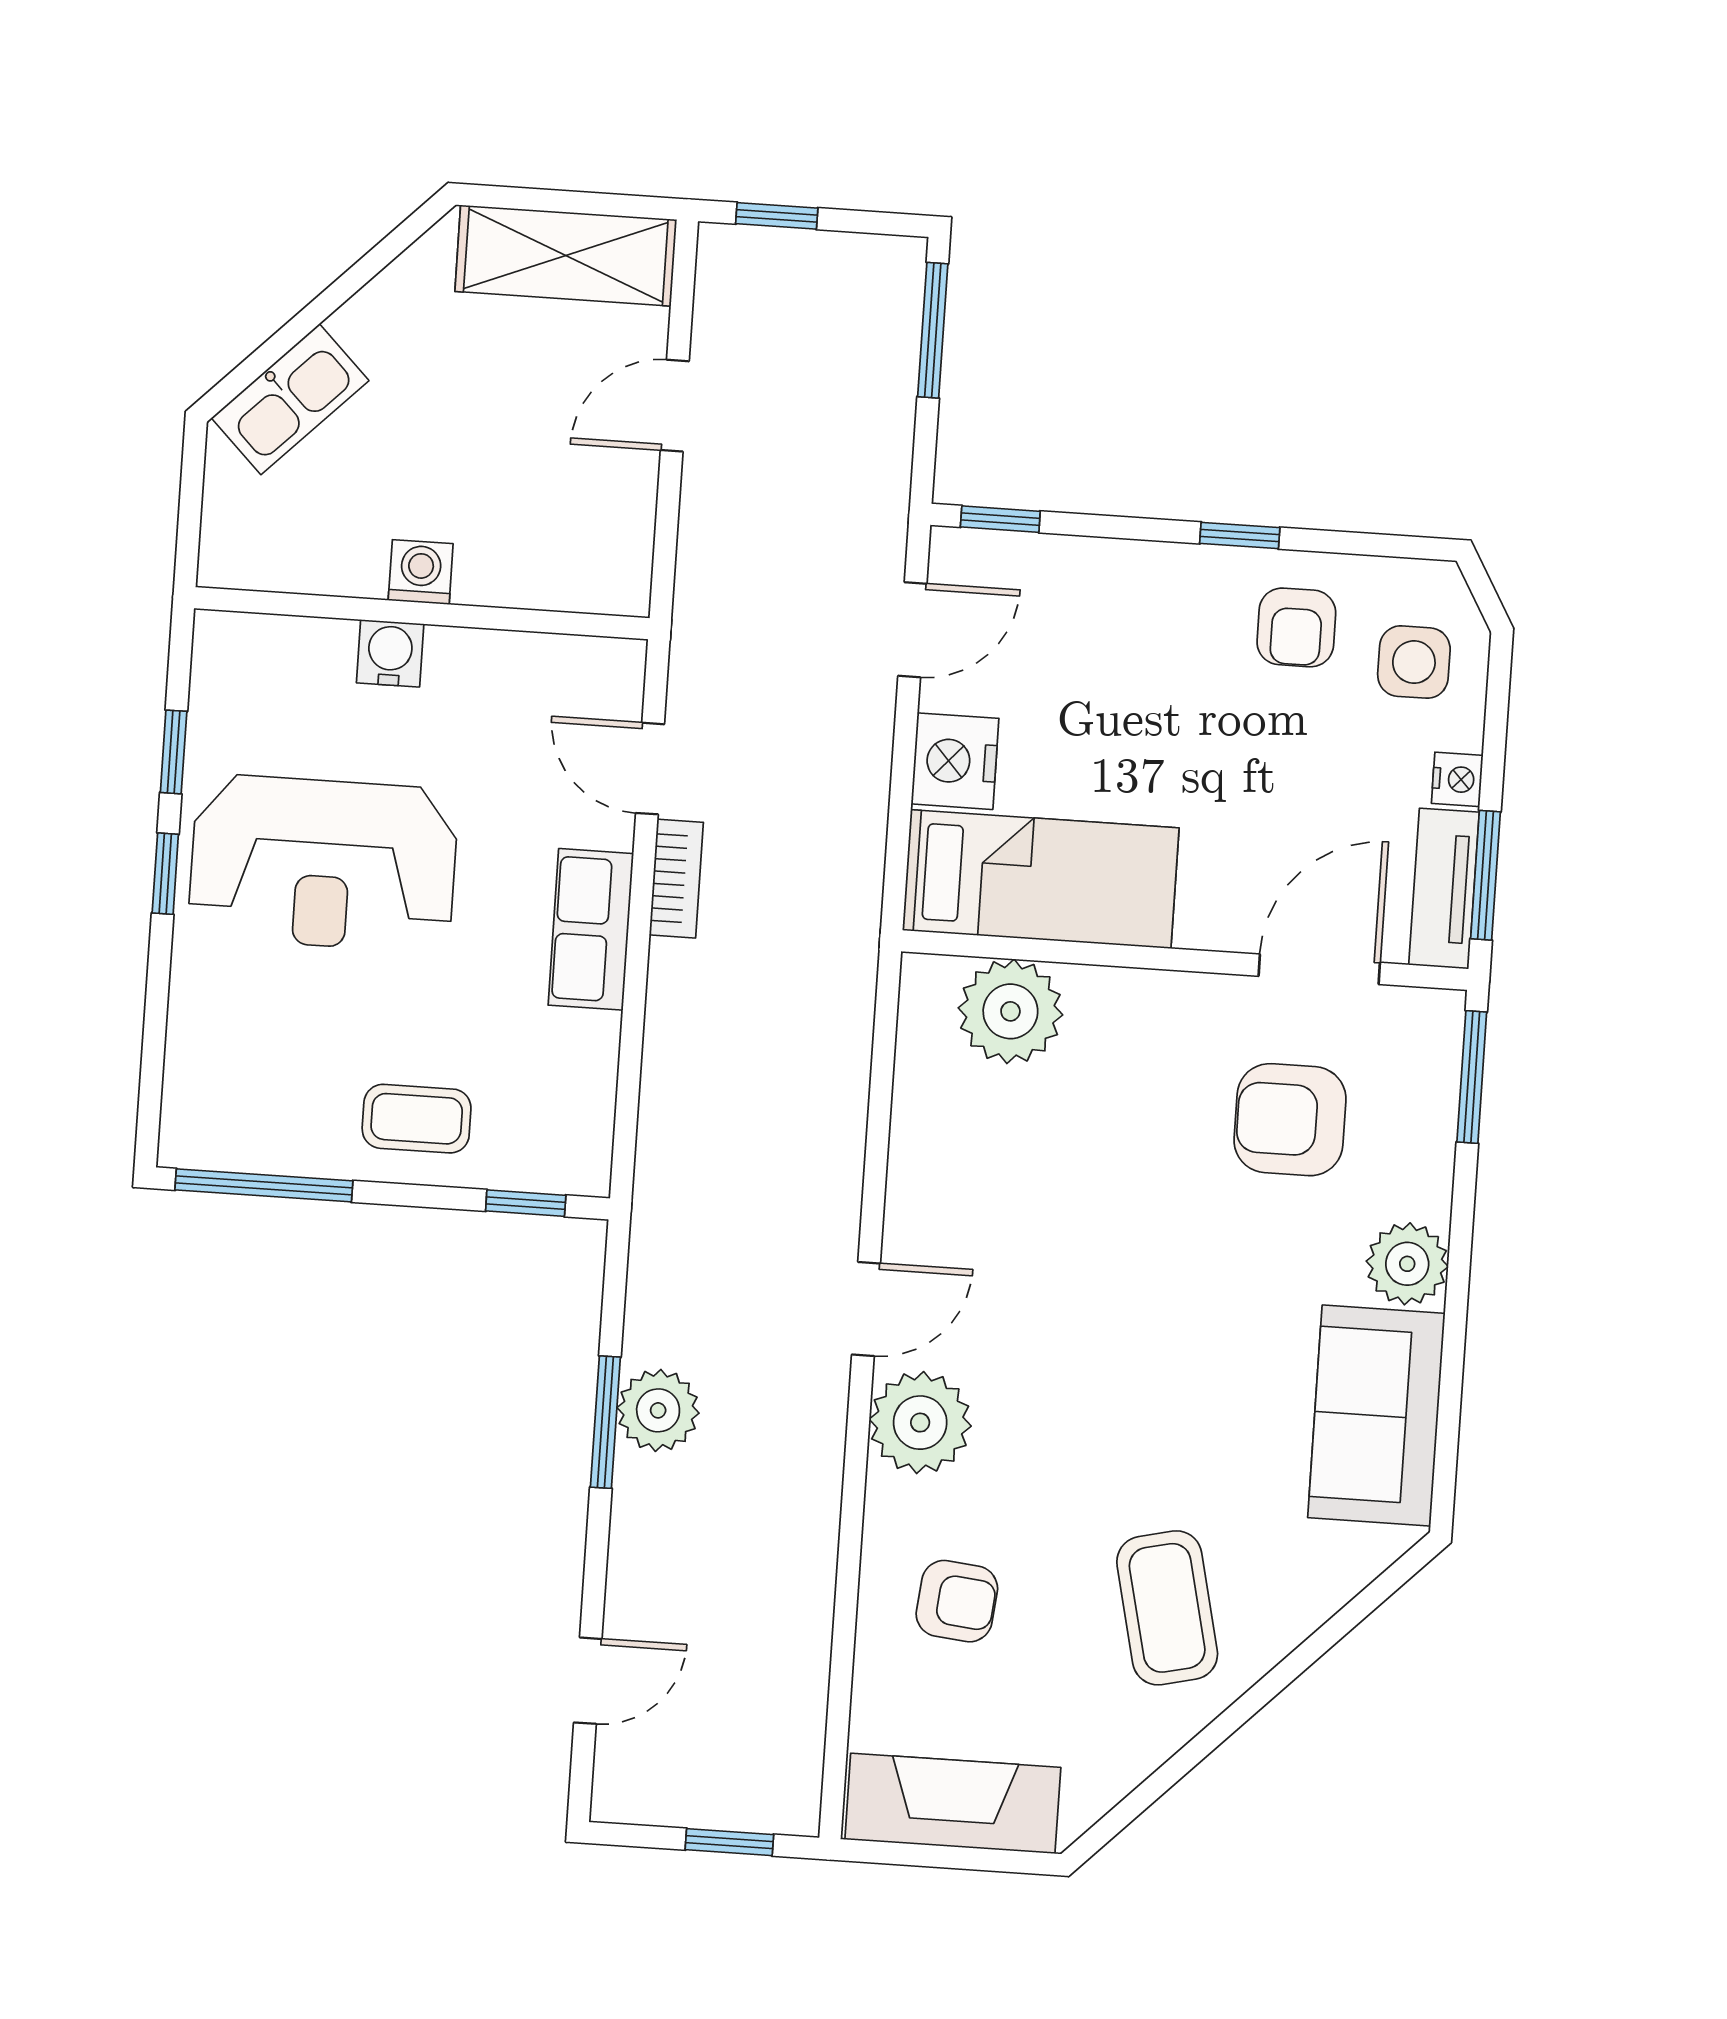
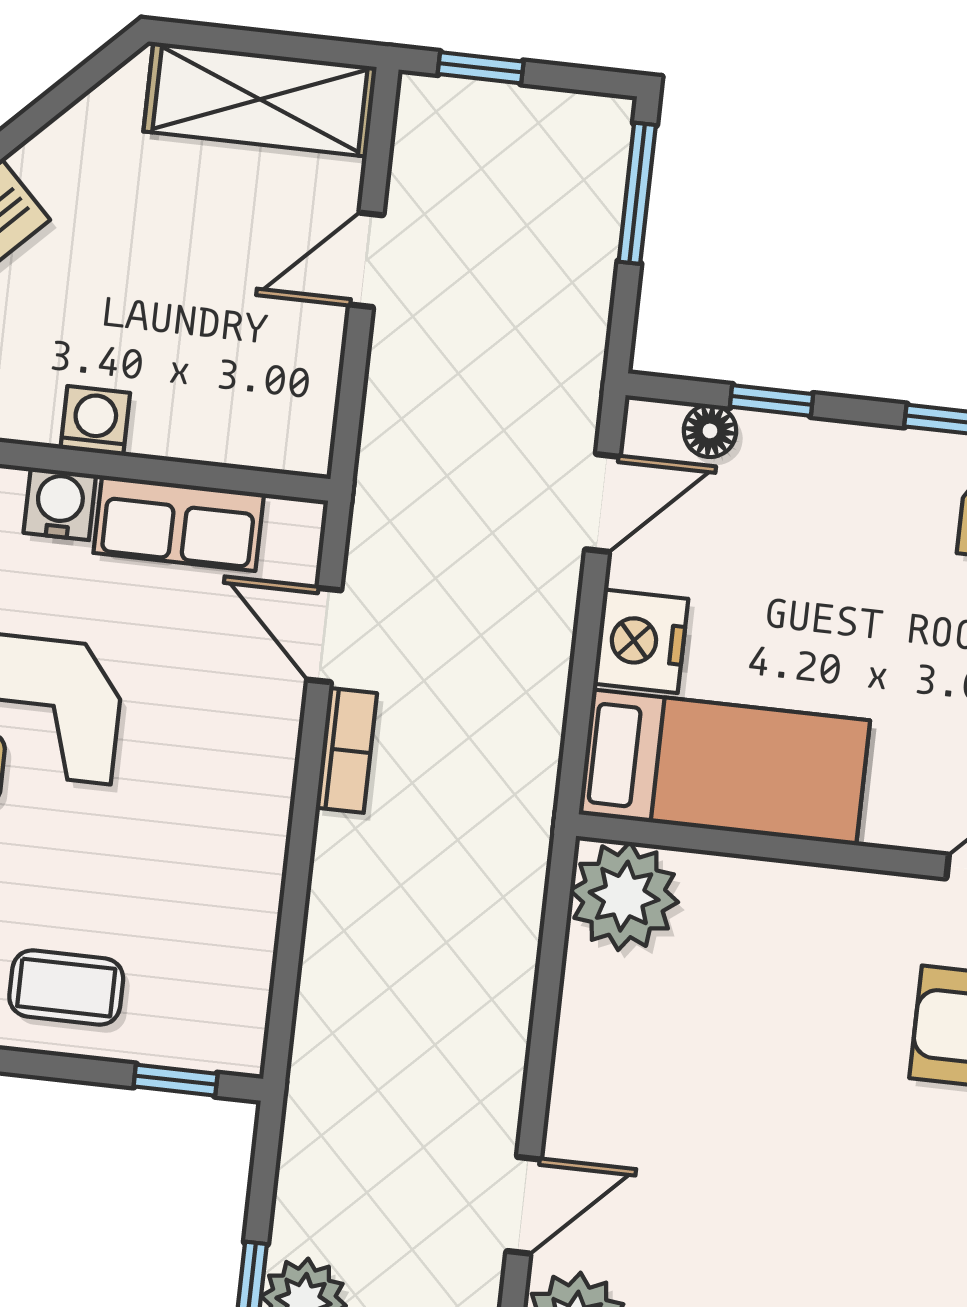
window: (1000, 519) -> (772, 400), moved
floor lamp: (1013, 556) -> (710, 431), added
row of seats: (591, 929) -> (179, 523), moved, turned -90
plant: (1010, 1011) -> (624, 896), moved

